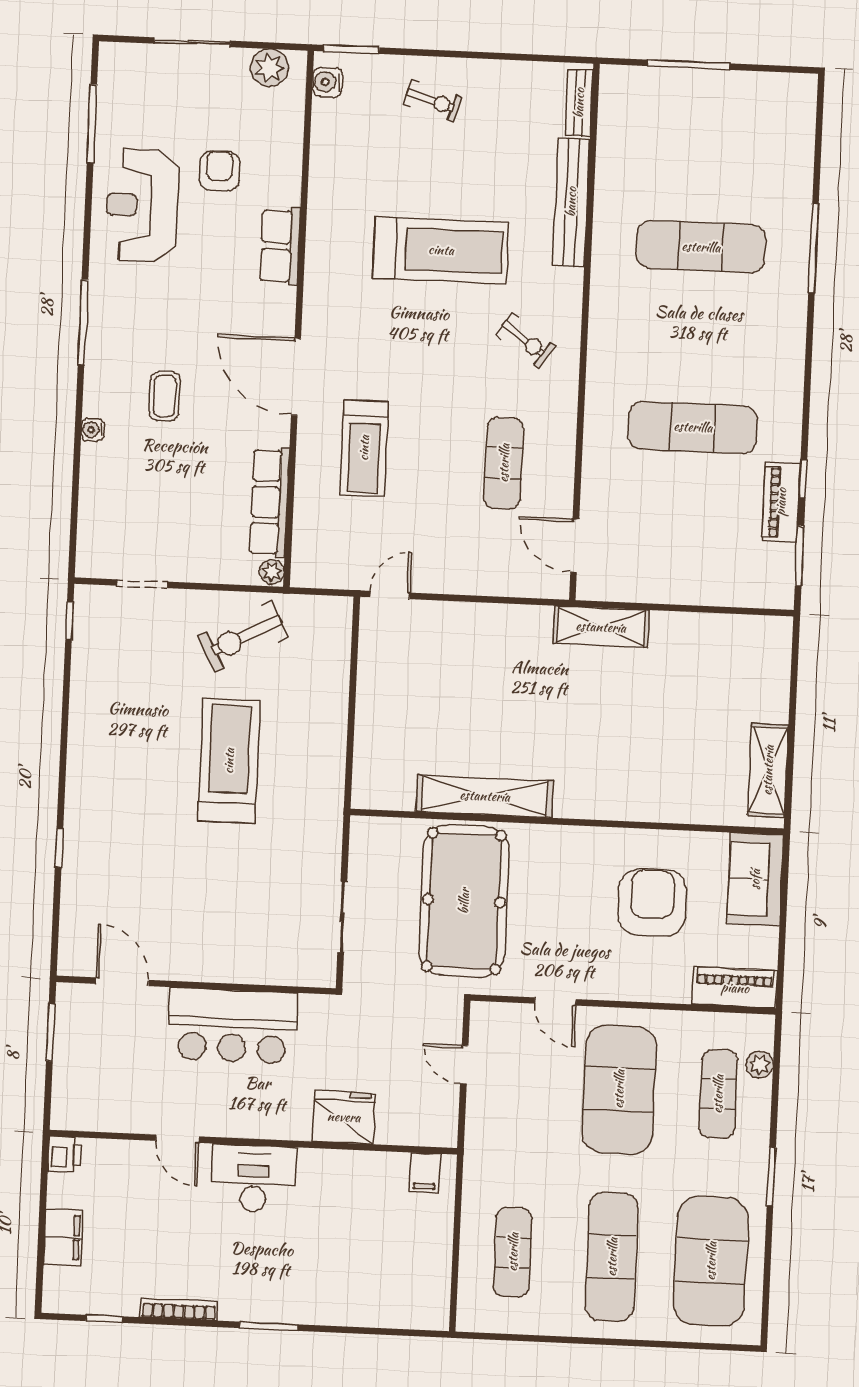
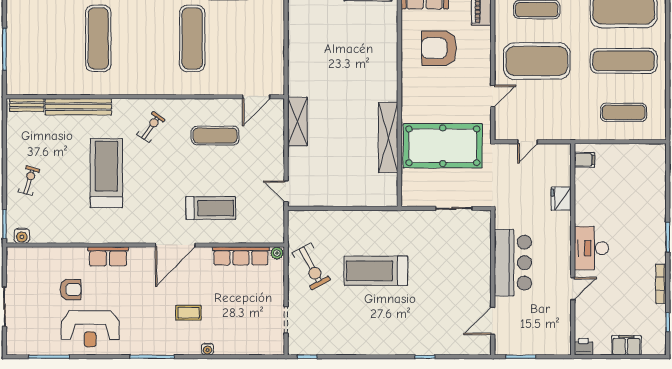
plant: (269, 68) -> (16, 266), removed
armchair: (220, 171) -> (70, 289), turned 180
shelving: (601, 627) -> (298, 122), moved
fridge: (344, 1117) -> (561, 199), width x0.73, depth x0.75

